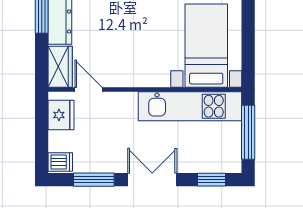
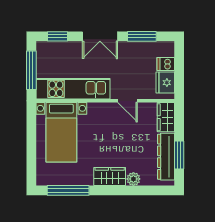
door: (88, 90) -> (128, 101), moved
dishwasher: (60, 162) -> (166, 64), moved

